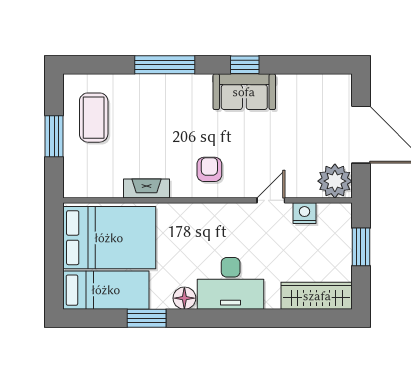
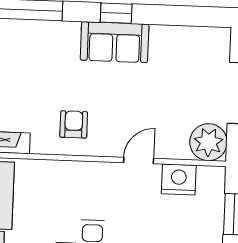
nightstand: (304, 213) -> (179, 179), width x1.36, depth x1.33

